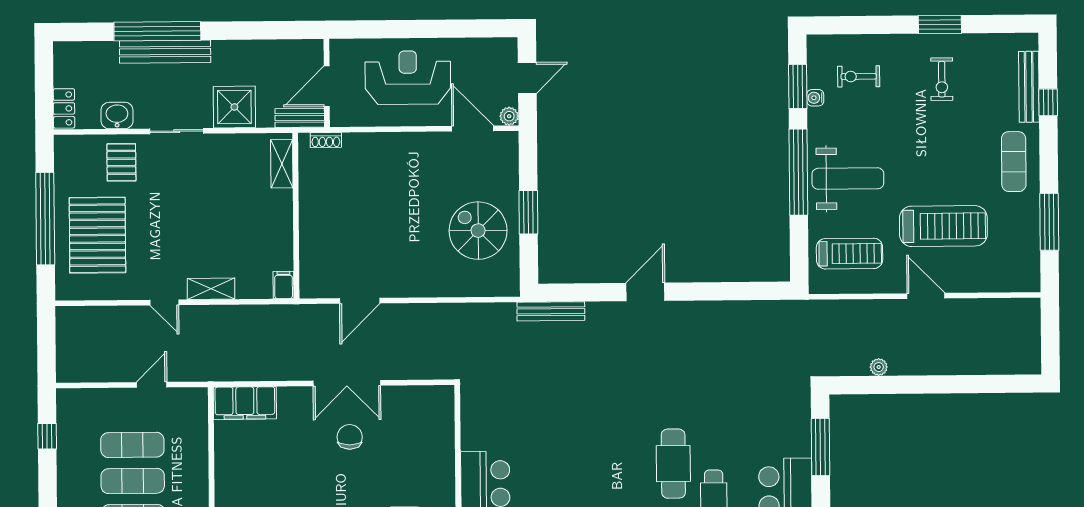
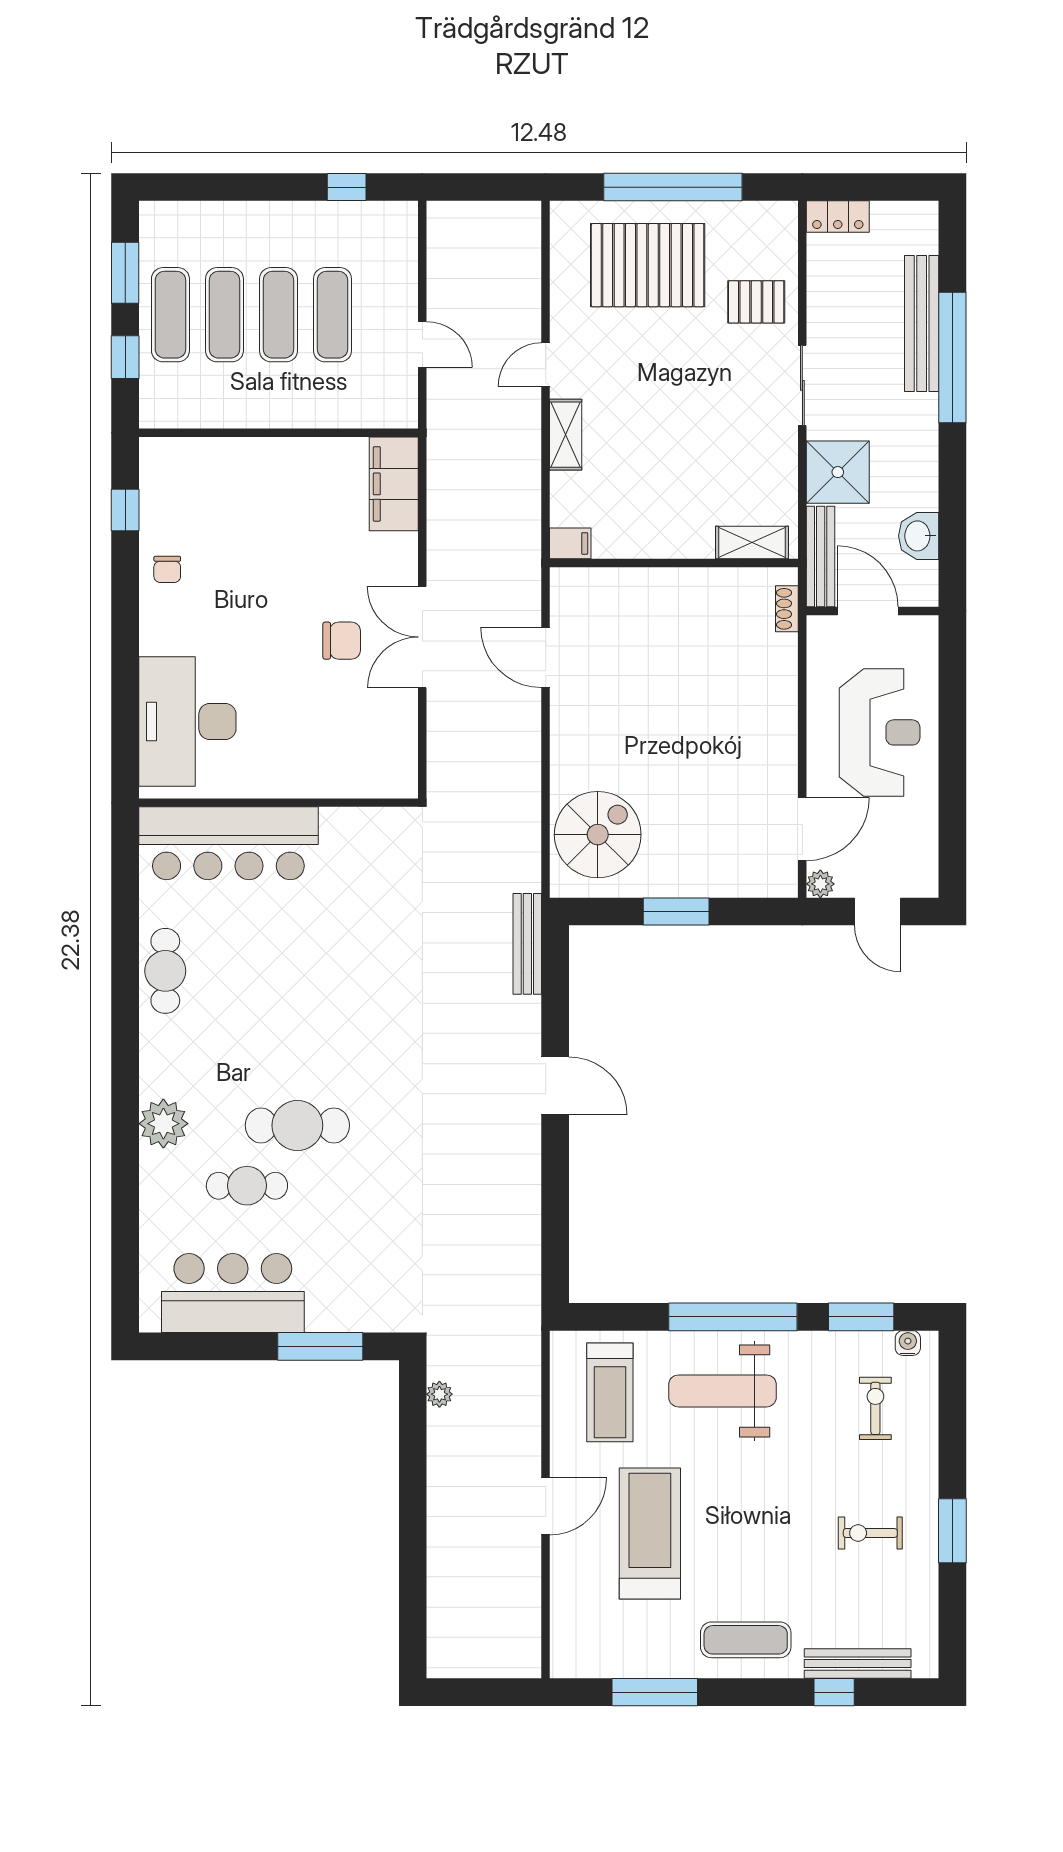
bench: (165, 52) -> (922, 323), moved
water cooler: (815, 98) -> (908, 1343), moved
washbasin: (117, 116) -> (919, 536), moved, turned 180
bench: (300, 118) -> (821, 556), width x1.36
weight bench: (848, 179) -> (722, 1391), turned 90
treadmill: (943, 226) -> (650, 1533), turned 180
spiral stairs: (478, 231) -> (598, 835), moved
plant: (879, 367) -> (439, 1394), moved

